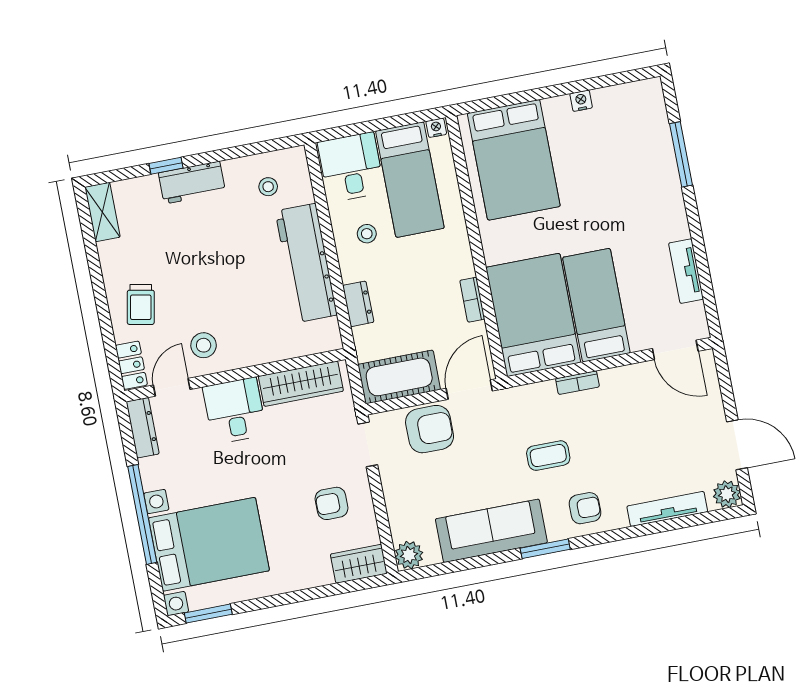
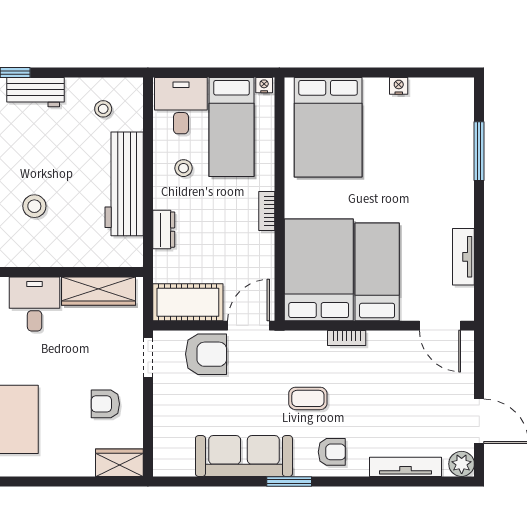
bookcase: (472, 300) -> (267, 211), moved
stool: (204, 345) -> (34, 206), moved
plant: (409, 555) -> (166, 464), removed

